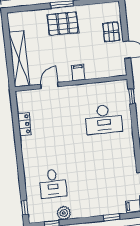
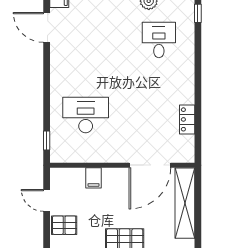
pallet: (111, 32) -> (64, 225), turned 90
filing cabinet: (78, 73) -> (93, 178), moved
door: (50, 85) -> (150, 165), width x1.87

